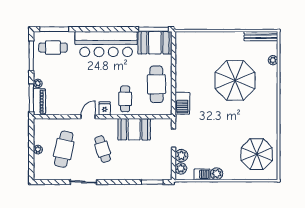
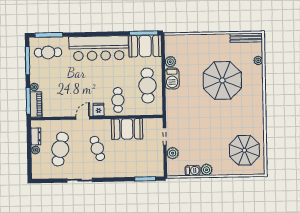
barbecue: (182, 103) -> (172, 79), moved
dresser: (39, 135) -> (36, 136), added
plant: (181, 168) -> (170, 62), moved

